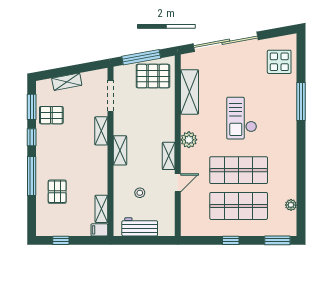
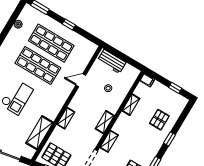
plant: (189, 140) -> (58, 103), removed
shelving: (169, 156) -> (66, 118), moved
window: (32, 176) -> (170, 139), width x0.46
shelving: (101, 209) -> (131, 105), moved
workbench: (140, 227) -> (112, 61), moved

